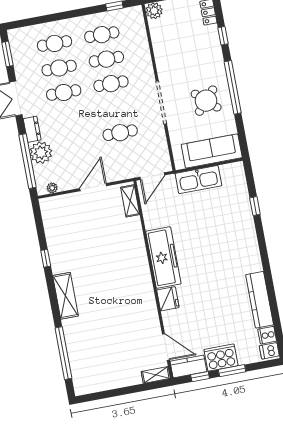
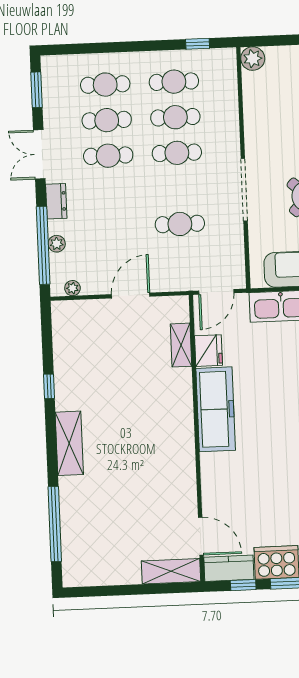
plant: (41, 153) -> (57, 244), width x0.53, depth x0.53
shelving: (130, 201) -> (181, 345), moved
fridge: (168, 299) -> (209, 351), moved
shelving: (156, 375) -> (171, 571), width x1.50, depth x1.33

